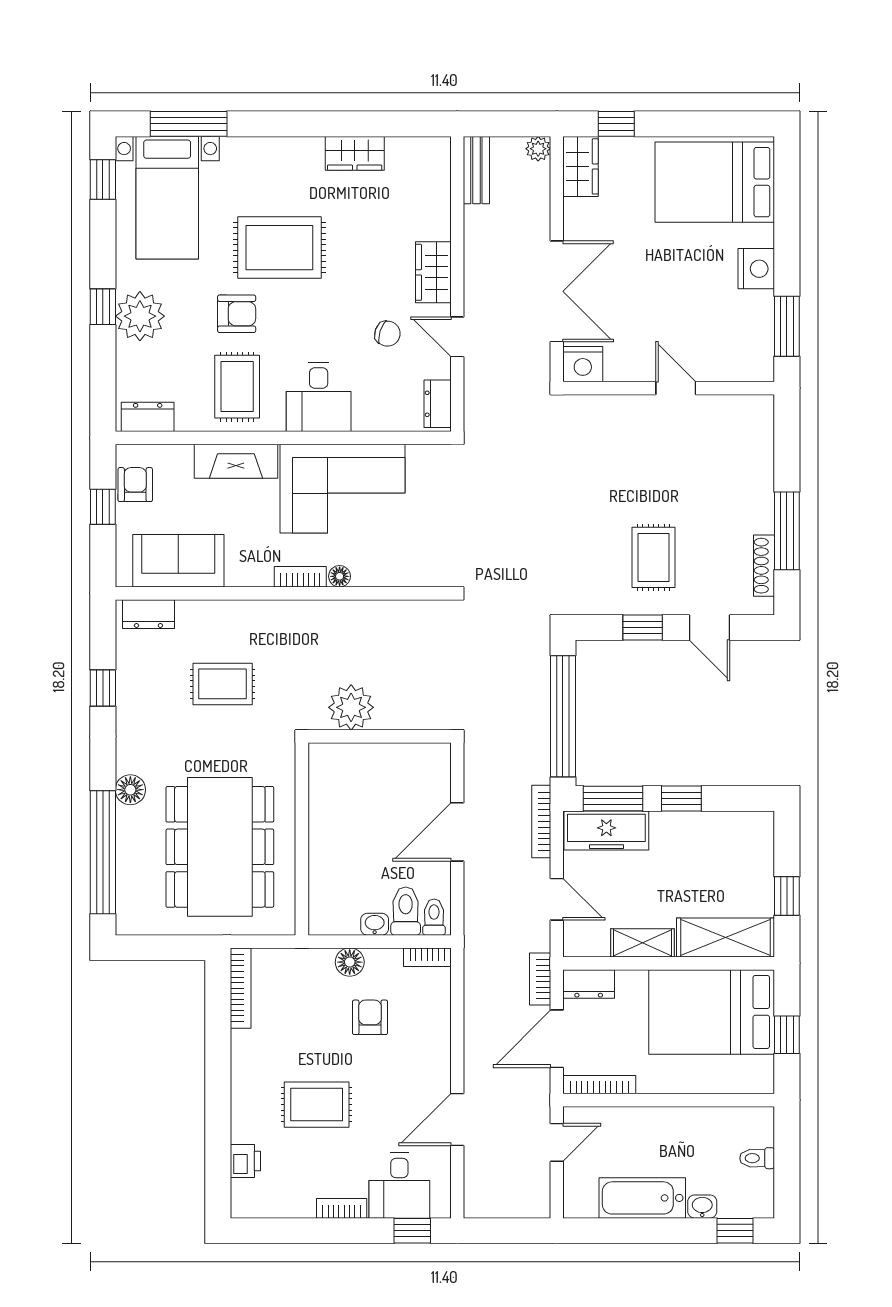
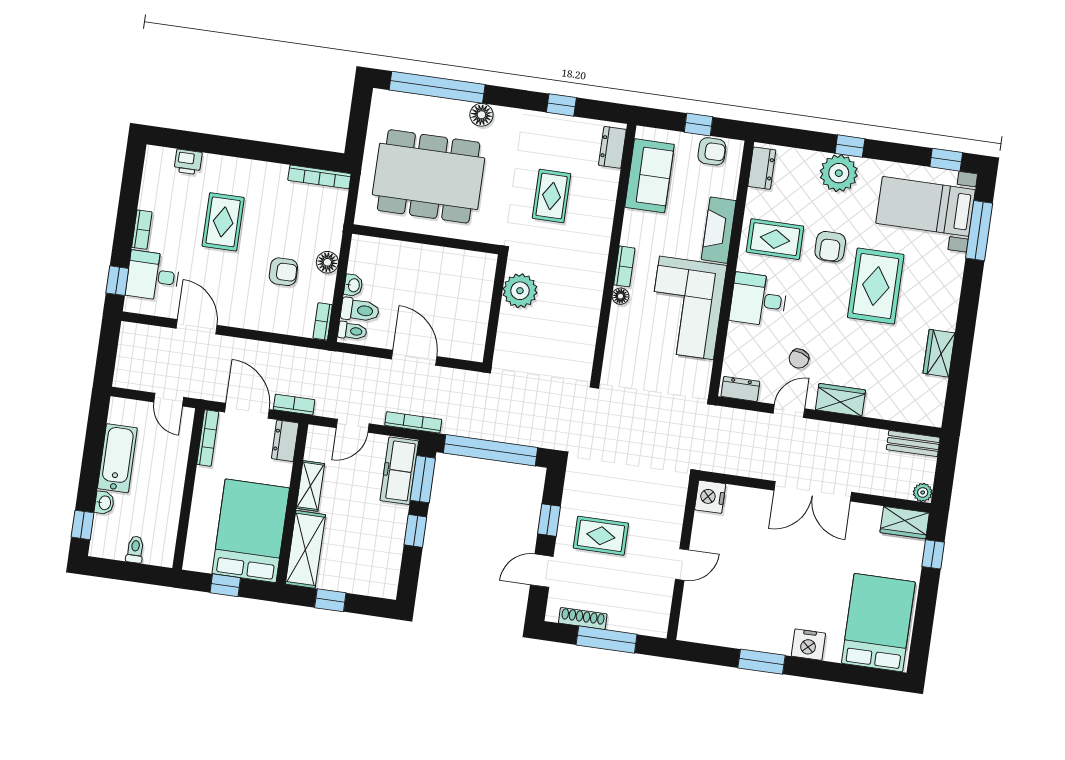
nightstand: (583, 364) -> (710, 497), moved
wall: (669, 388) -> (683, 559), moved
door: (676, 388) -> (682, 564), moved

